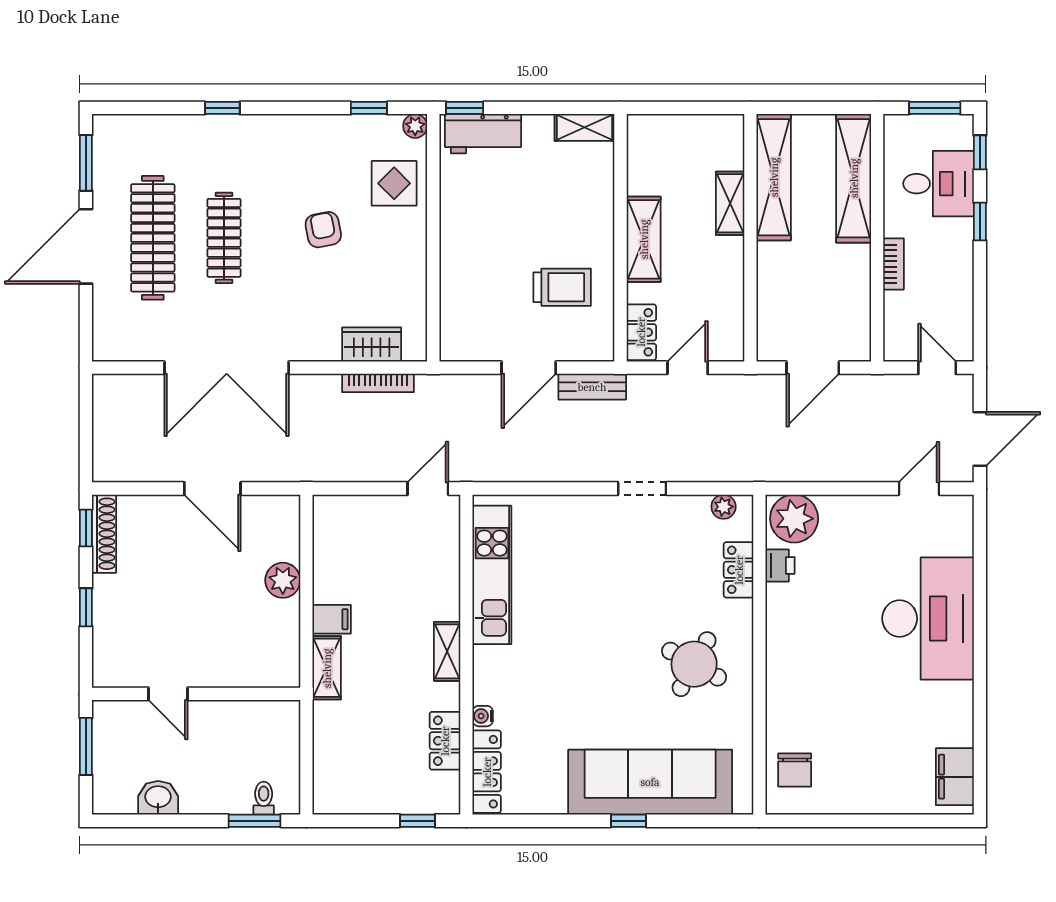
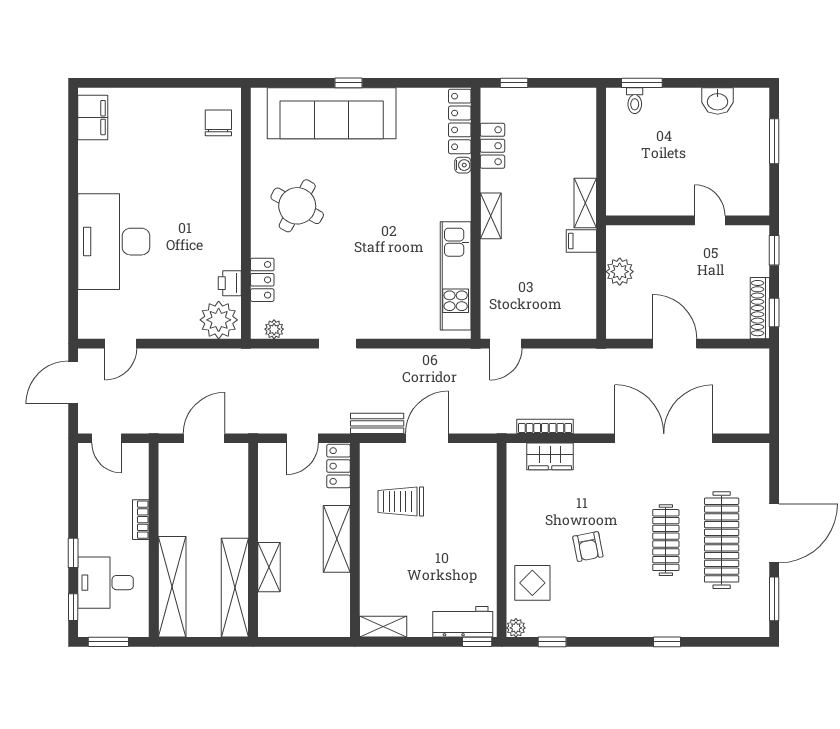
door: (168, 694) -> (710, 220), moved
wall: (196, 694) -> (688, 220), moved

